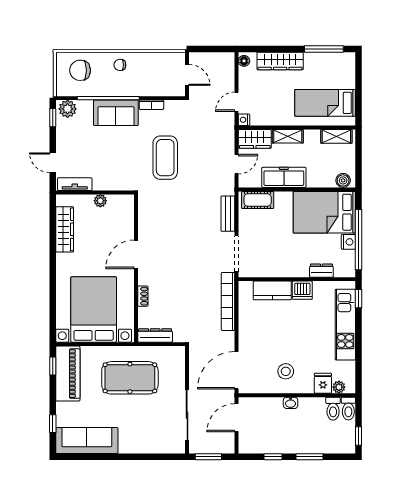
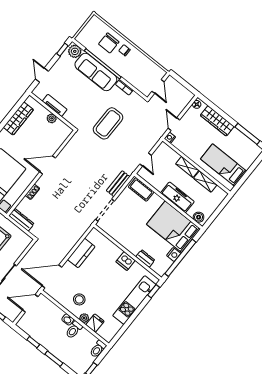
chair: (80, 70) -> (109, 43), moved, turned -90
door: (237, 102) -> (174, 124), hinge flipped
sofa: (116, 113) -> (96, 72), width x1.36
shelving: (336, 136) -> (205, 182), moved
wardrobe: (255, 139) -> (167, 154), removed
door: (237, 164) -> (146, 160), hinge flipped
freezer: (284, 177) -> (177, 197), moved
tv unit: (75, 184) -> (55, 105), moved
kitchen counter: (272, 290) -> (81, 253), moved, turned -90
bookcase: (228, 301) -> (78, 234), removed
plant: (339, 387) -> (84, 318), moved
toilet: (333, 409) -> (74, 330), moved

